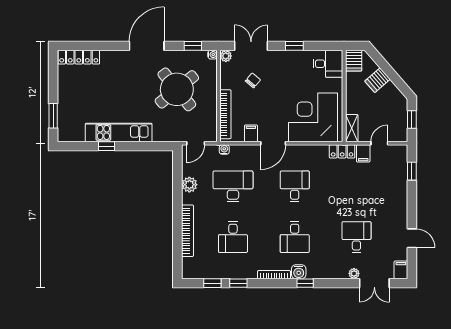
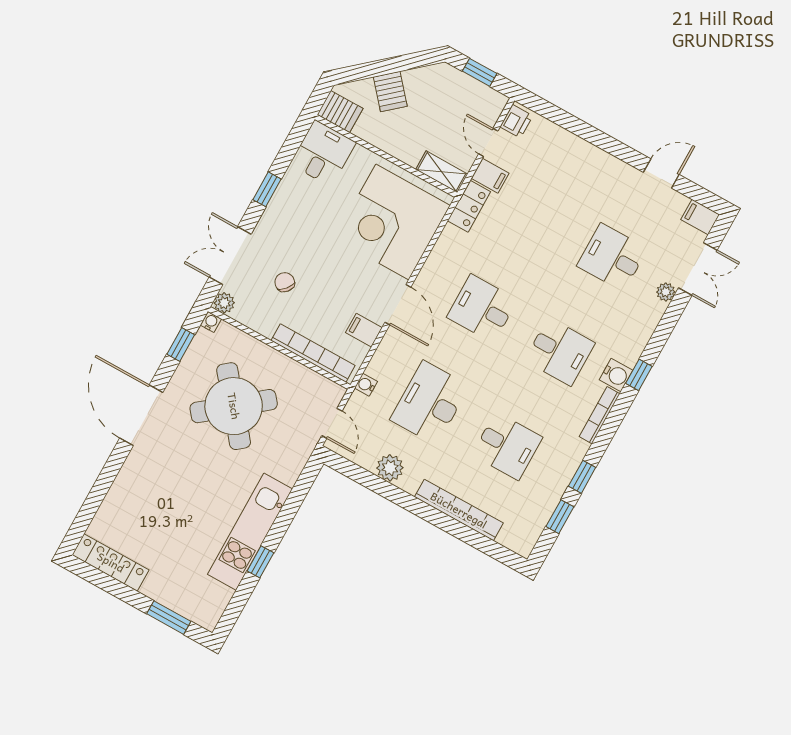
locker: (79, 57) -> (111, 562), moved, turned -90
printer: (398, 151) -> (516, 121), added
window: (412, 171) -> (559, 116), removed

